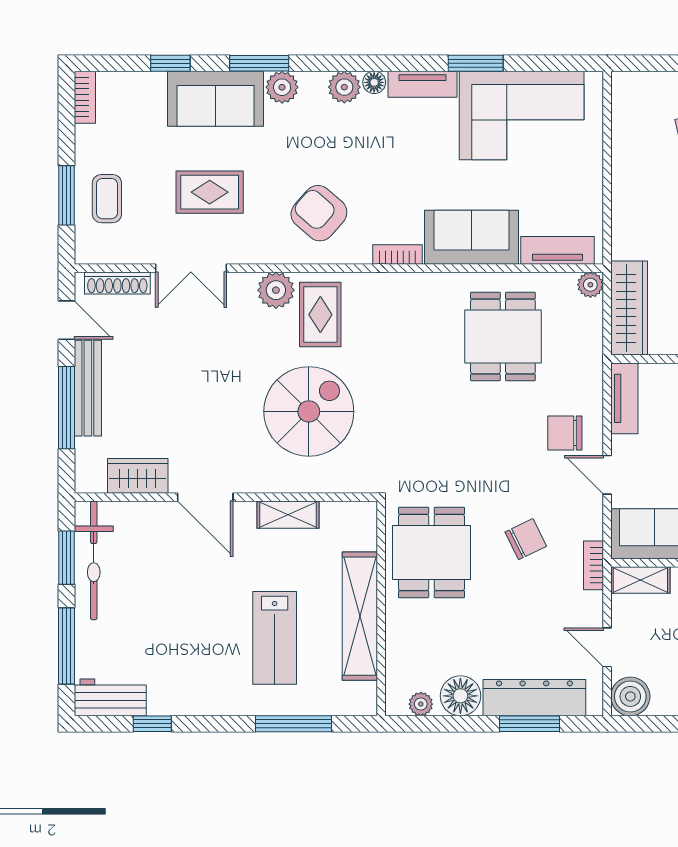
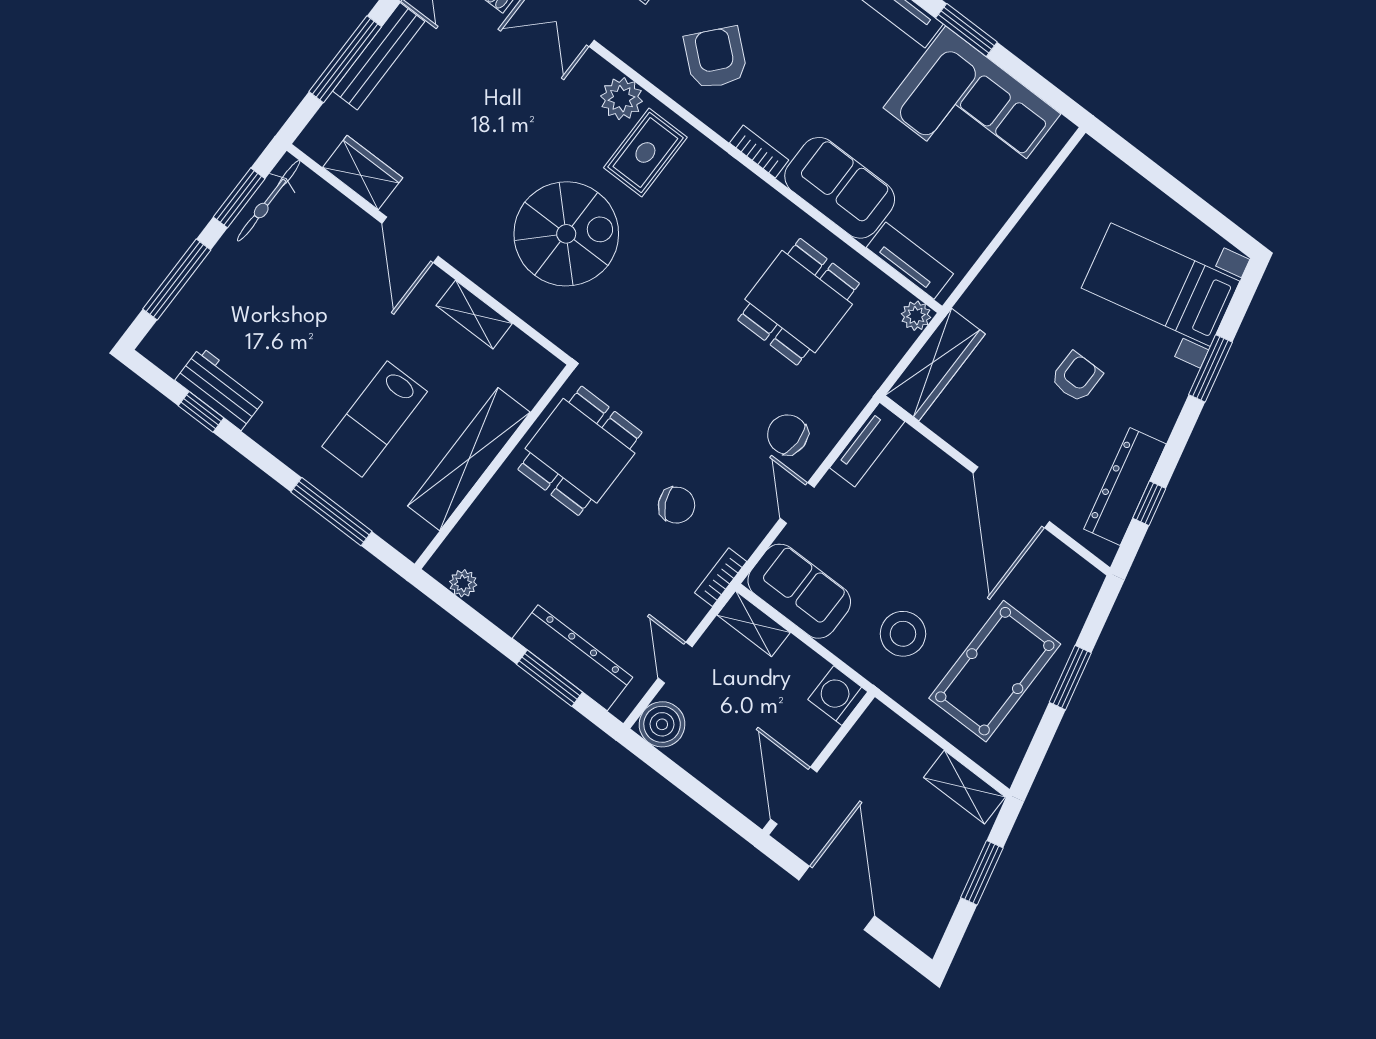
bicycle: (94, 560) -> (269, 201), width x0.73, depth x0.71
floor lamp: (460, 696) -> (506, 604), removed
workbench: (110, 697) -> (221, 388), moved

